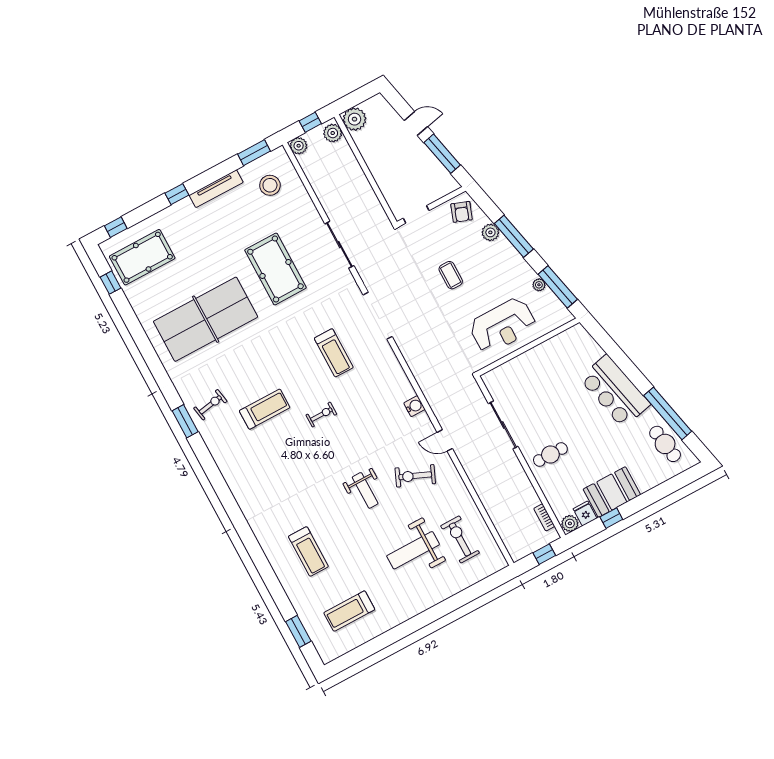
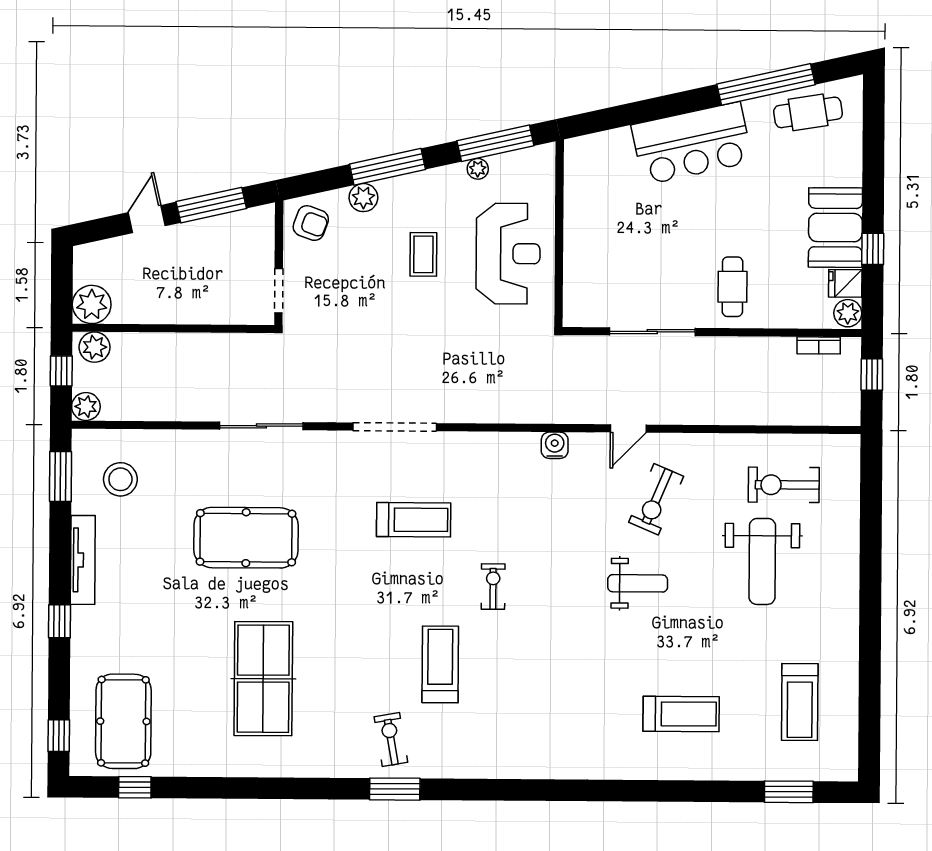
coffee table: (451, 275) -> (423, 254), moved, turned 90
table tennis table: (206, 319) -> (263, 679), width x0.73, depth x0.76

